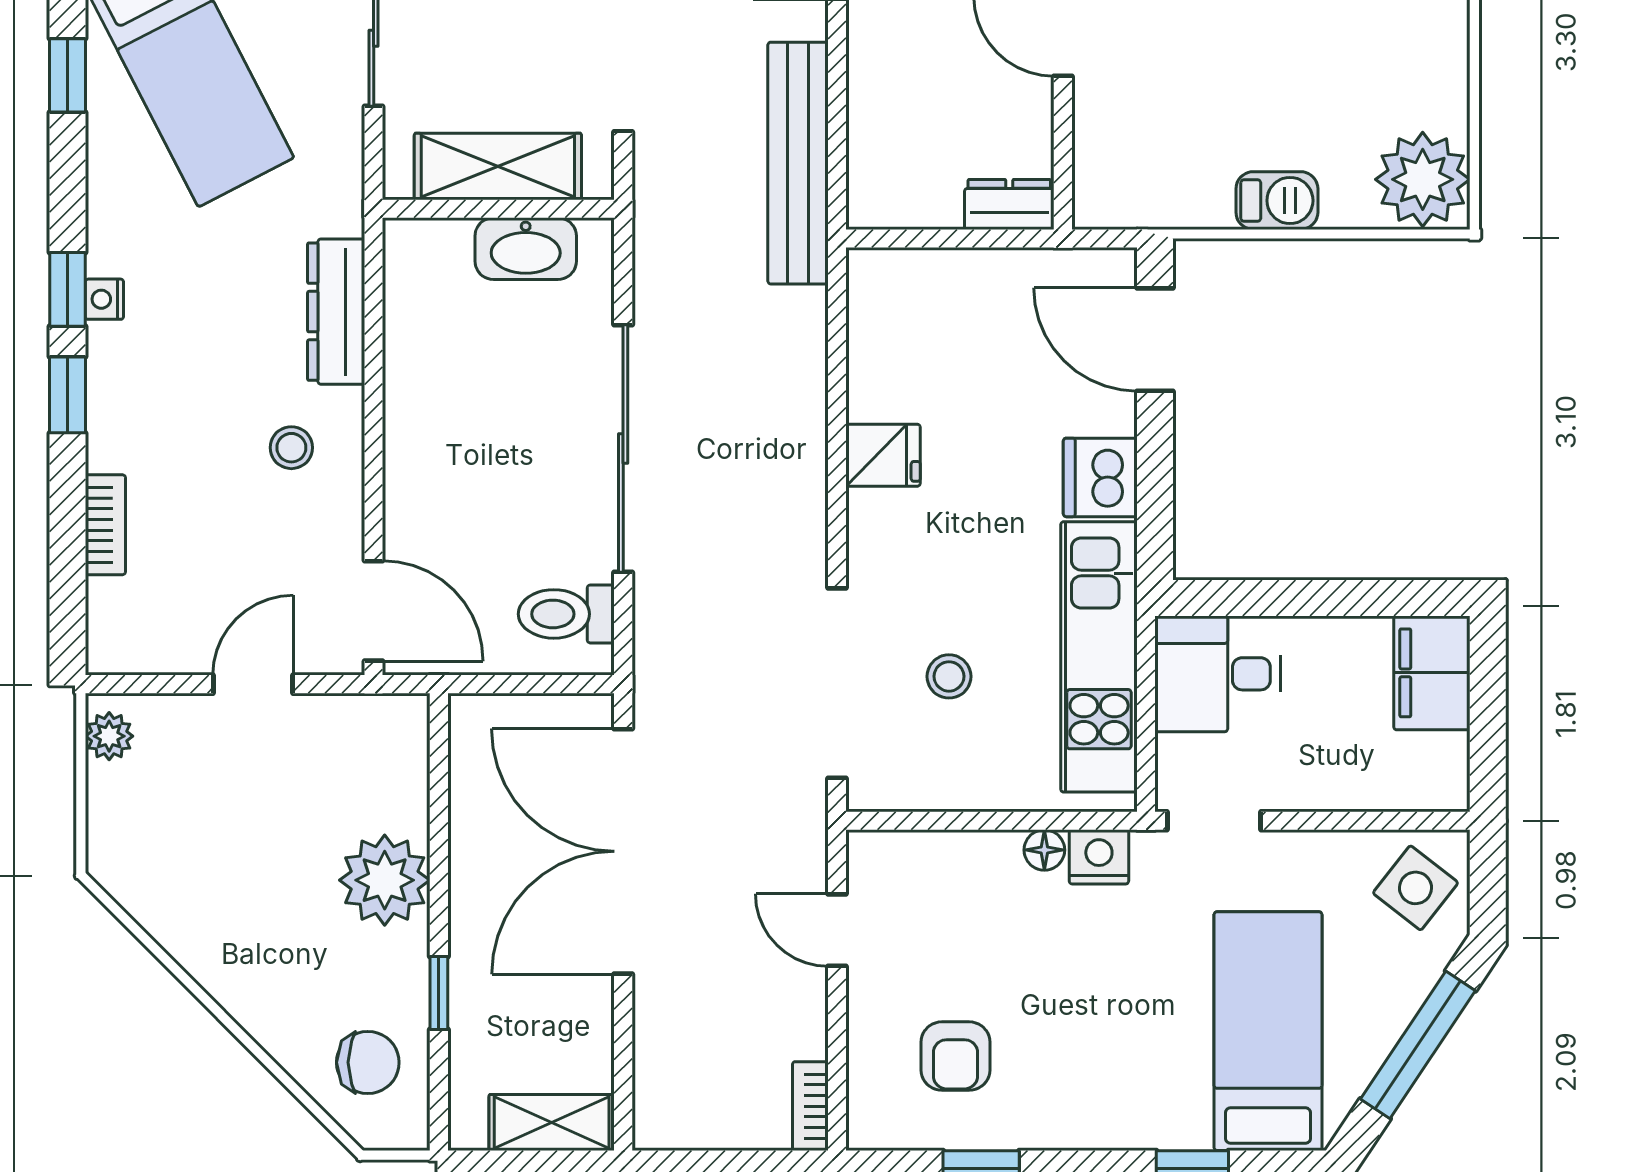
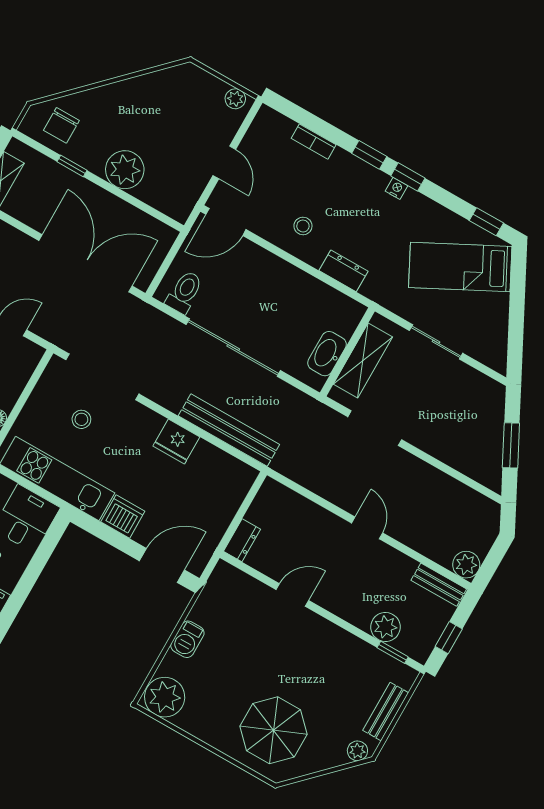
bench: (798, 163) -> (229, 430), moved
dresser: (336, 312) -> (343, 271), width x0.70
fridge: (883, 455) -> (176, 441), width x1.38

